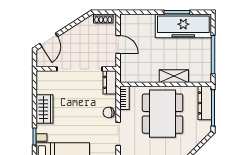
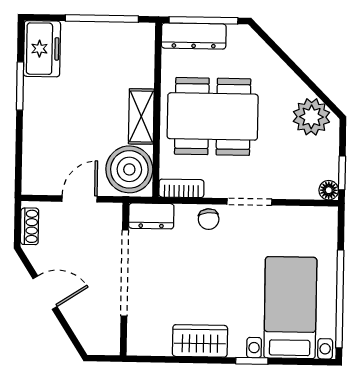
freezer: (183, 26) -> (42, 49), width x0.52, depth x0.79
door: (49, 40) -> (45, 293), moved
boiler: (134, 70) -> (129, 169), added
shelving: (174, 76) -> (141, 116), moved

